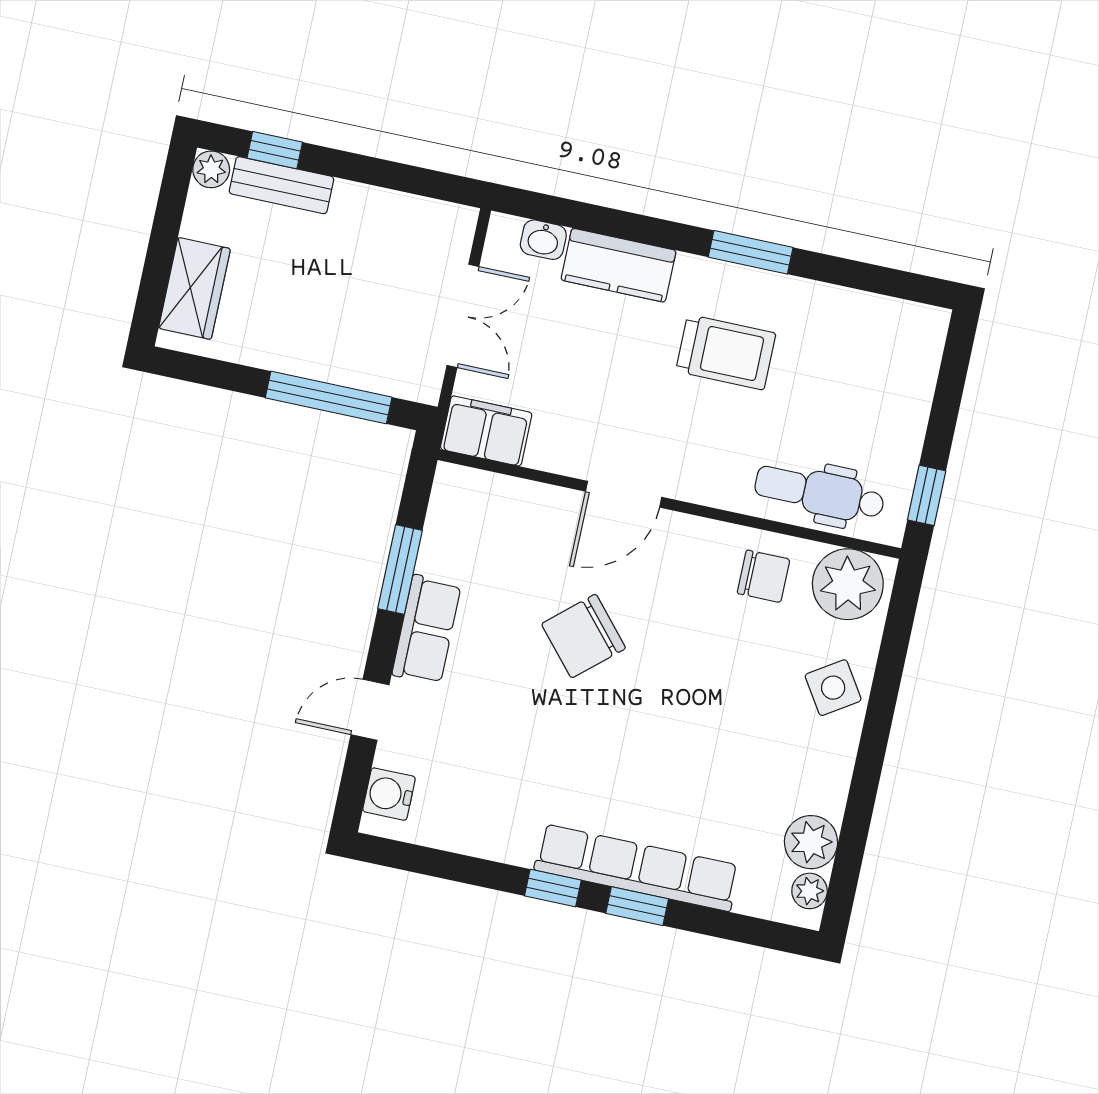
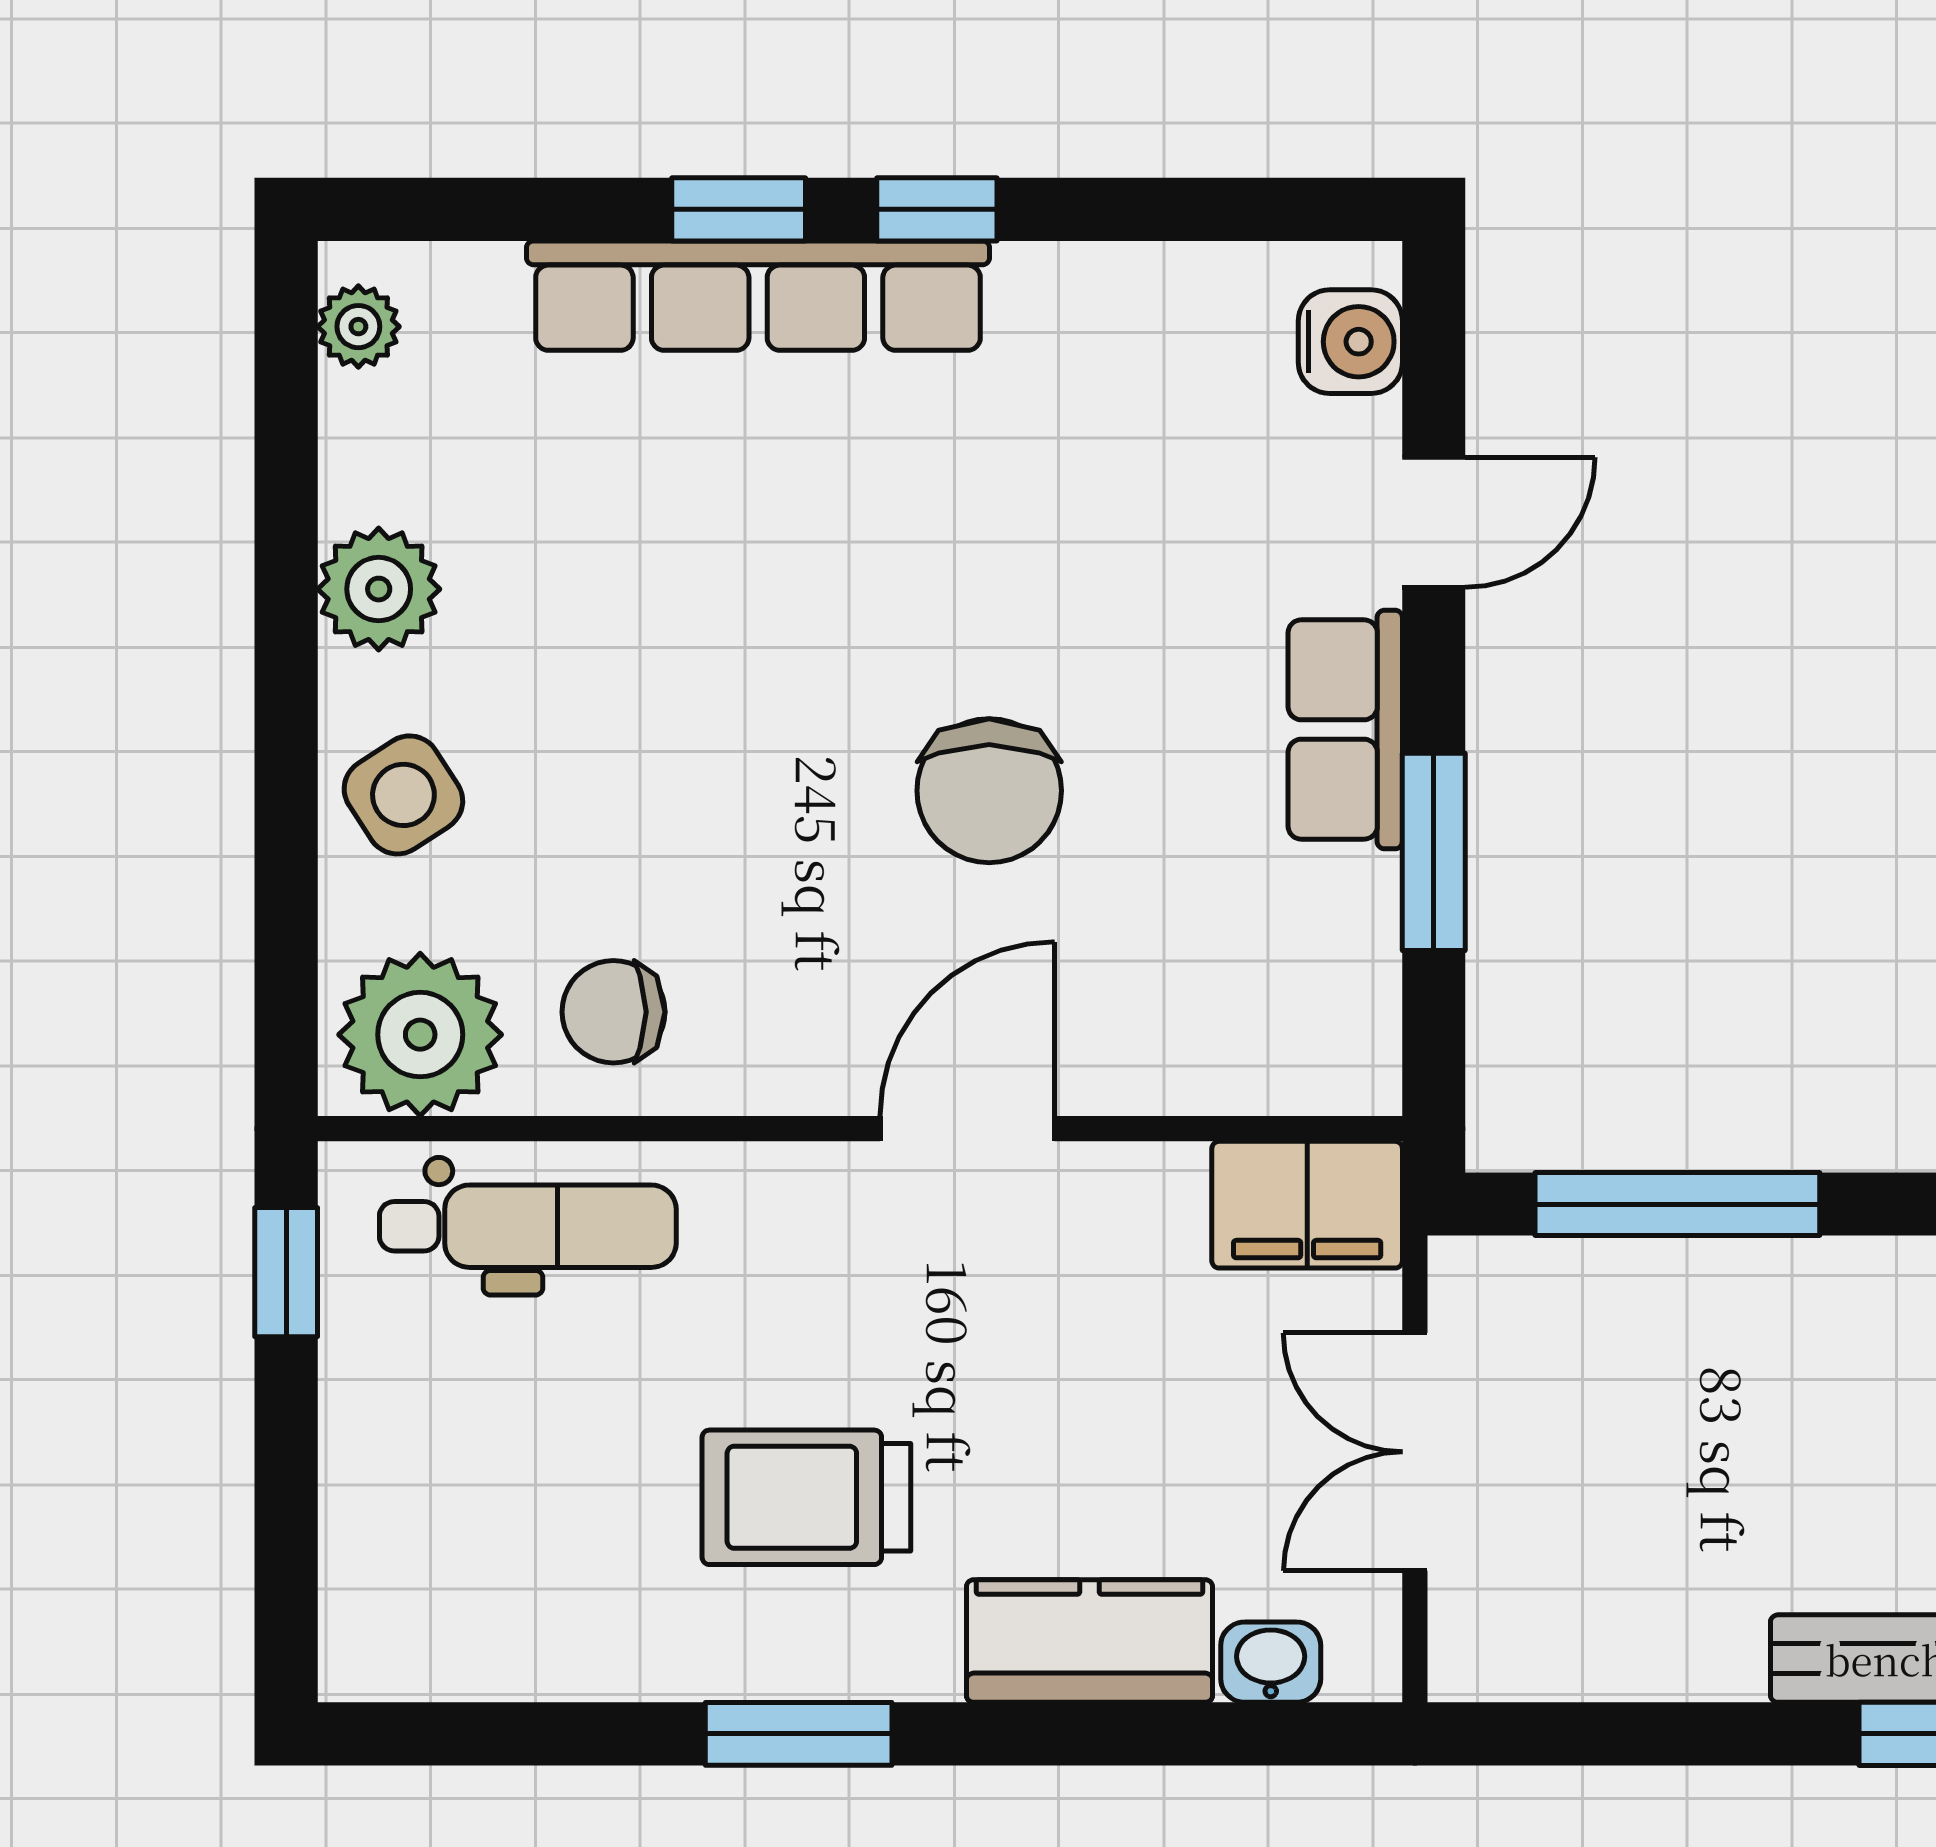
chair: (584, 636) -> (989, 791), turned 131
plant: (811, 842) -> (379, 589), moved

